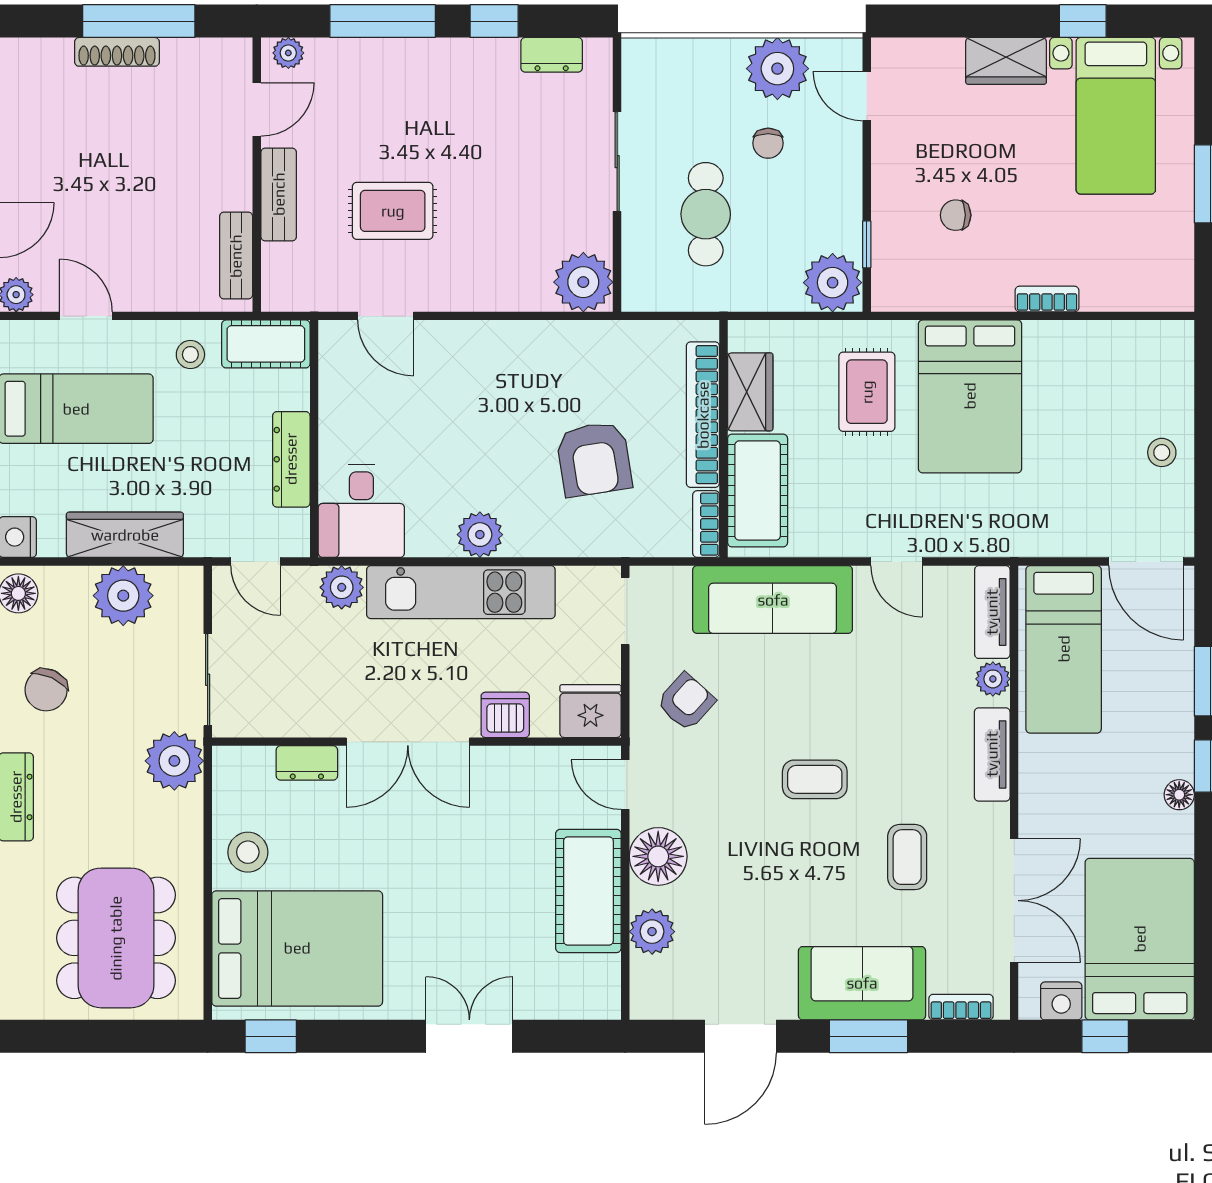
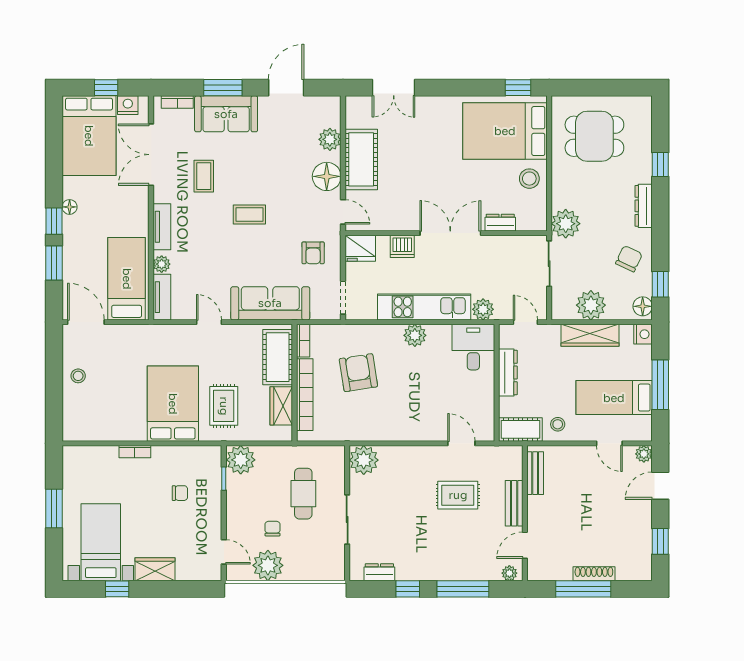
armchair: (686, 702) -> (313, 253), turned -42
dining table: (116, 938) -> (594, 136), width x0.73
double door: (469, 1036) -> (394, 88), moved

